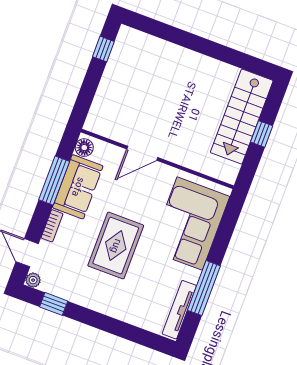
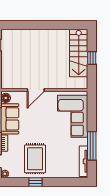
rug: (116, 246) -> (35, 159), moved
window: (54, 304) -> (36, 182), moved

